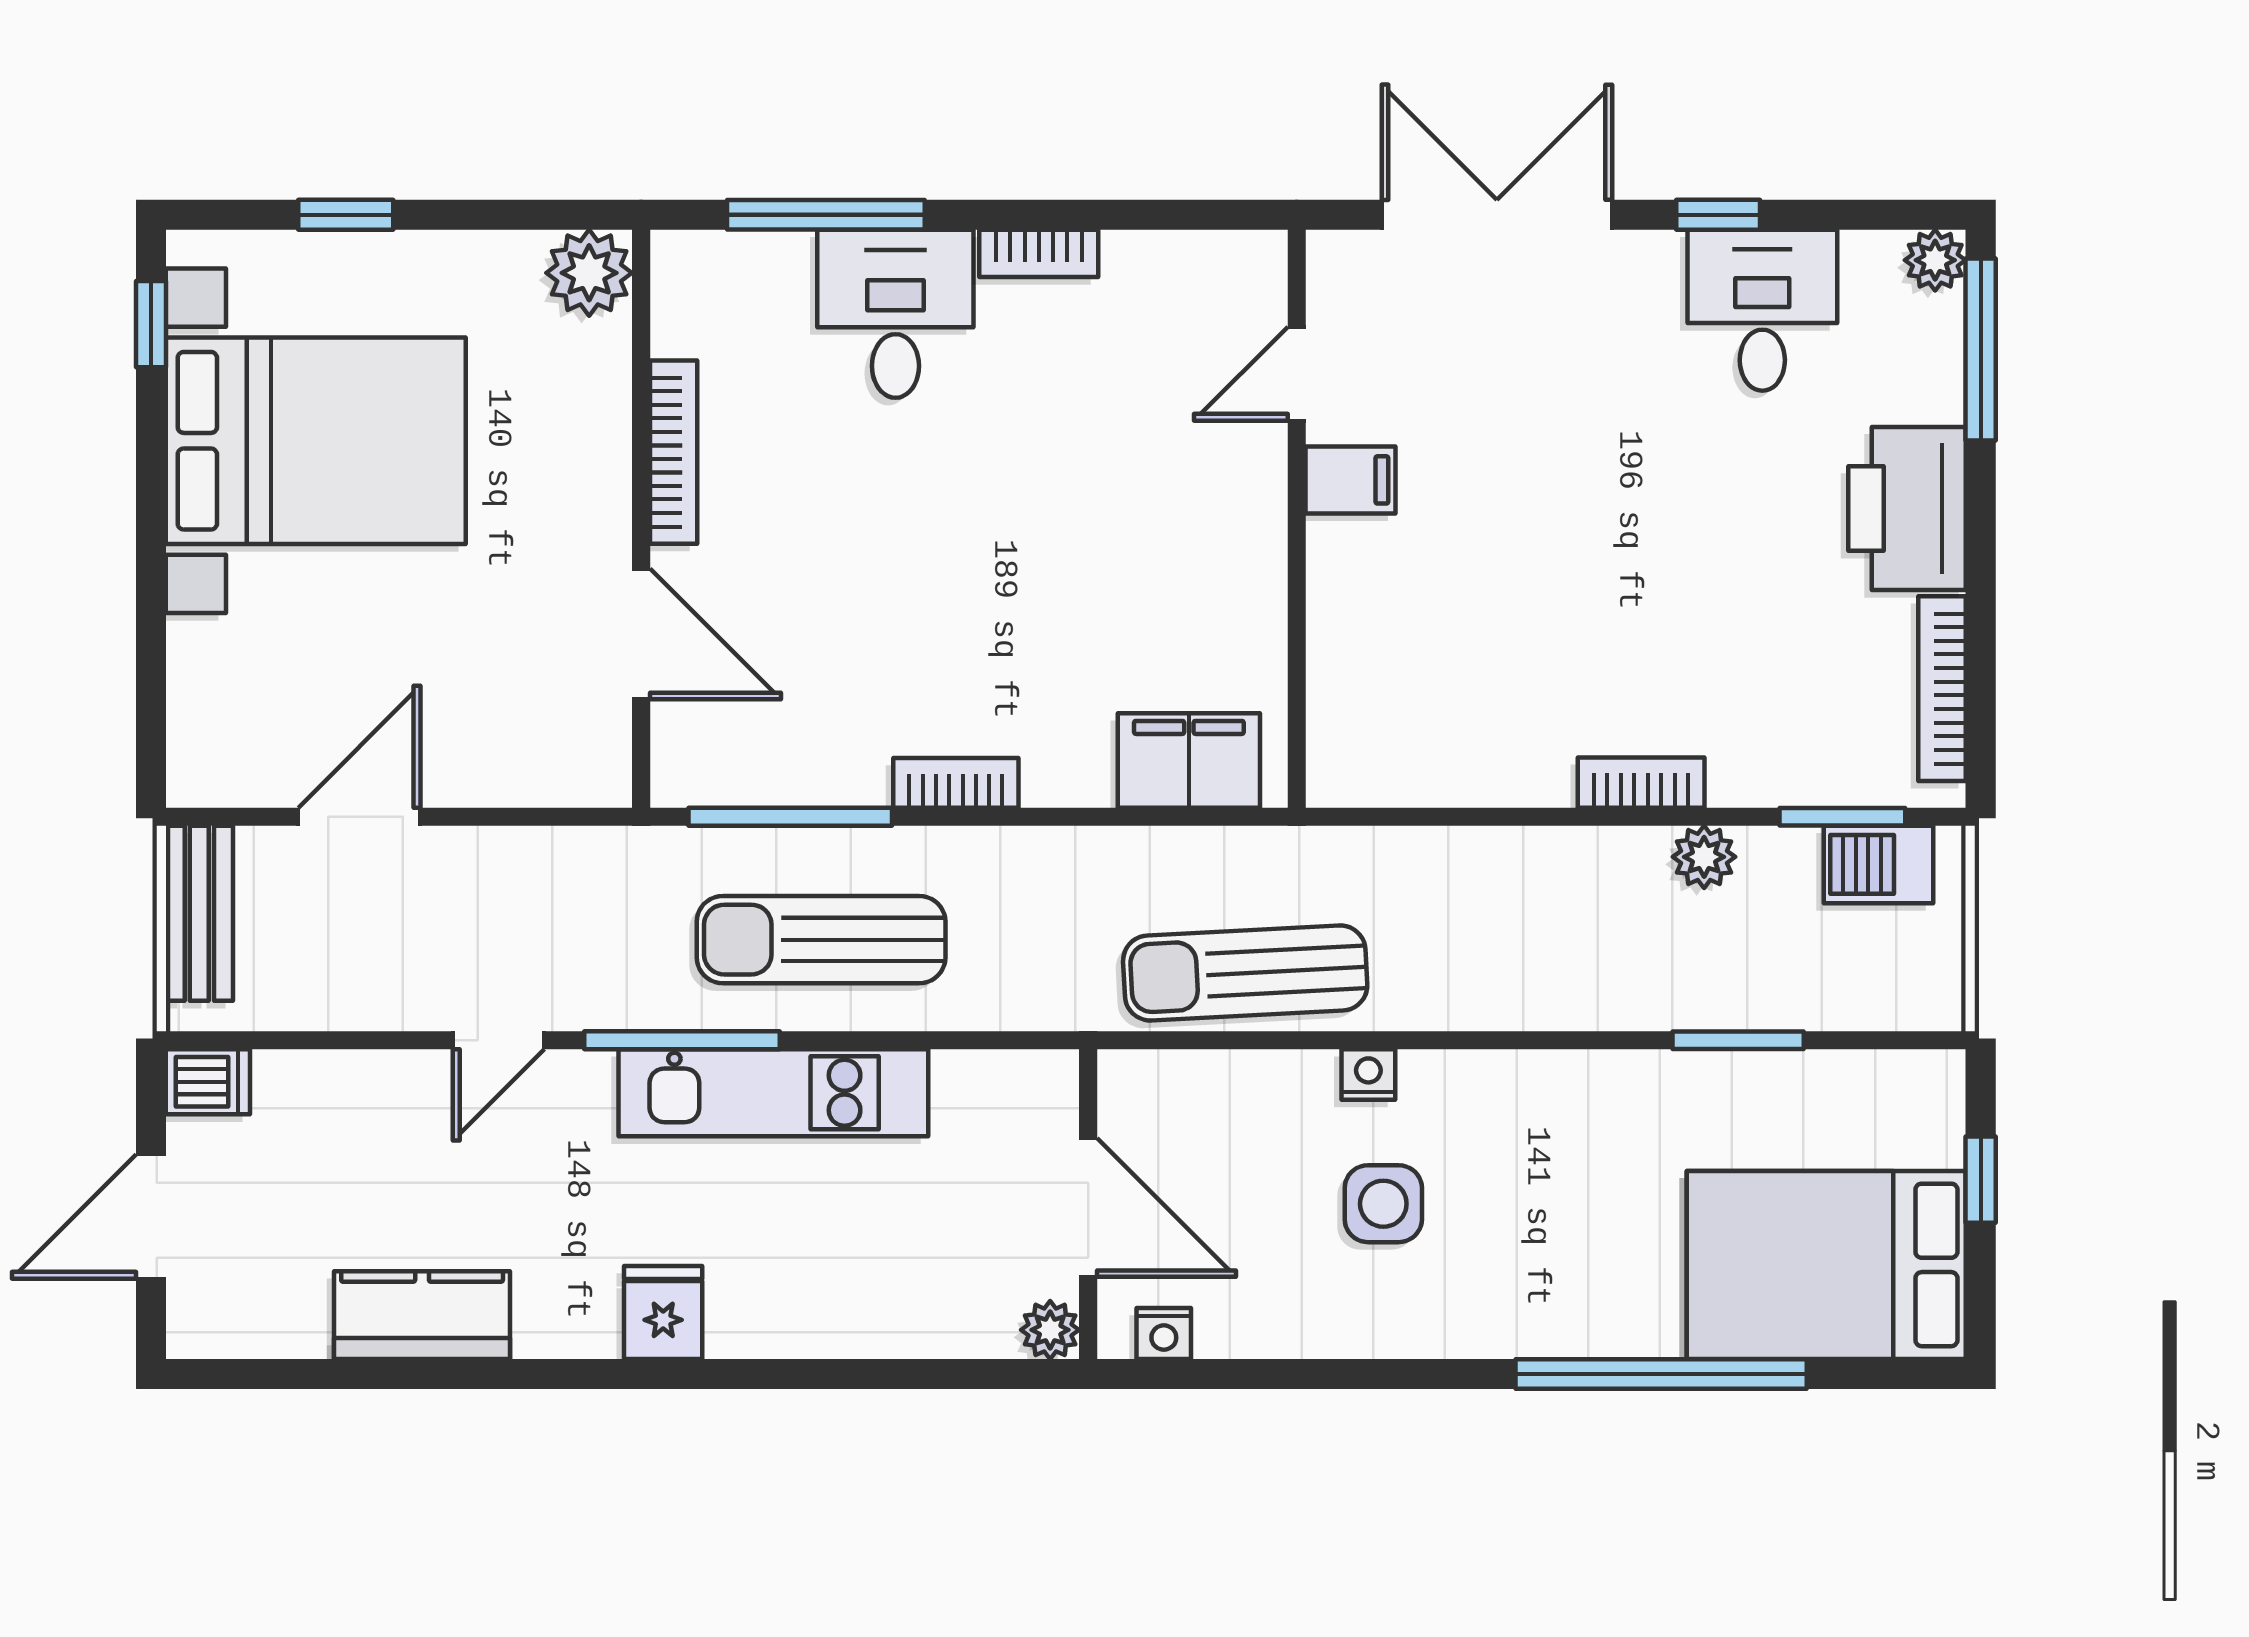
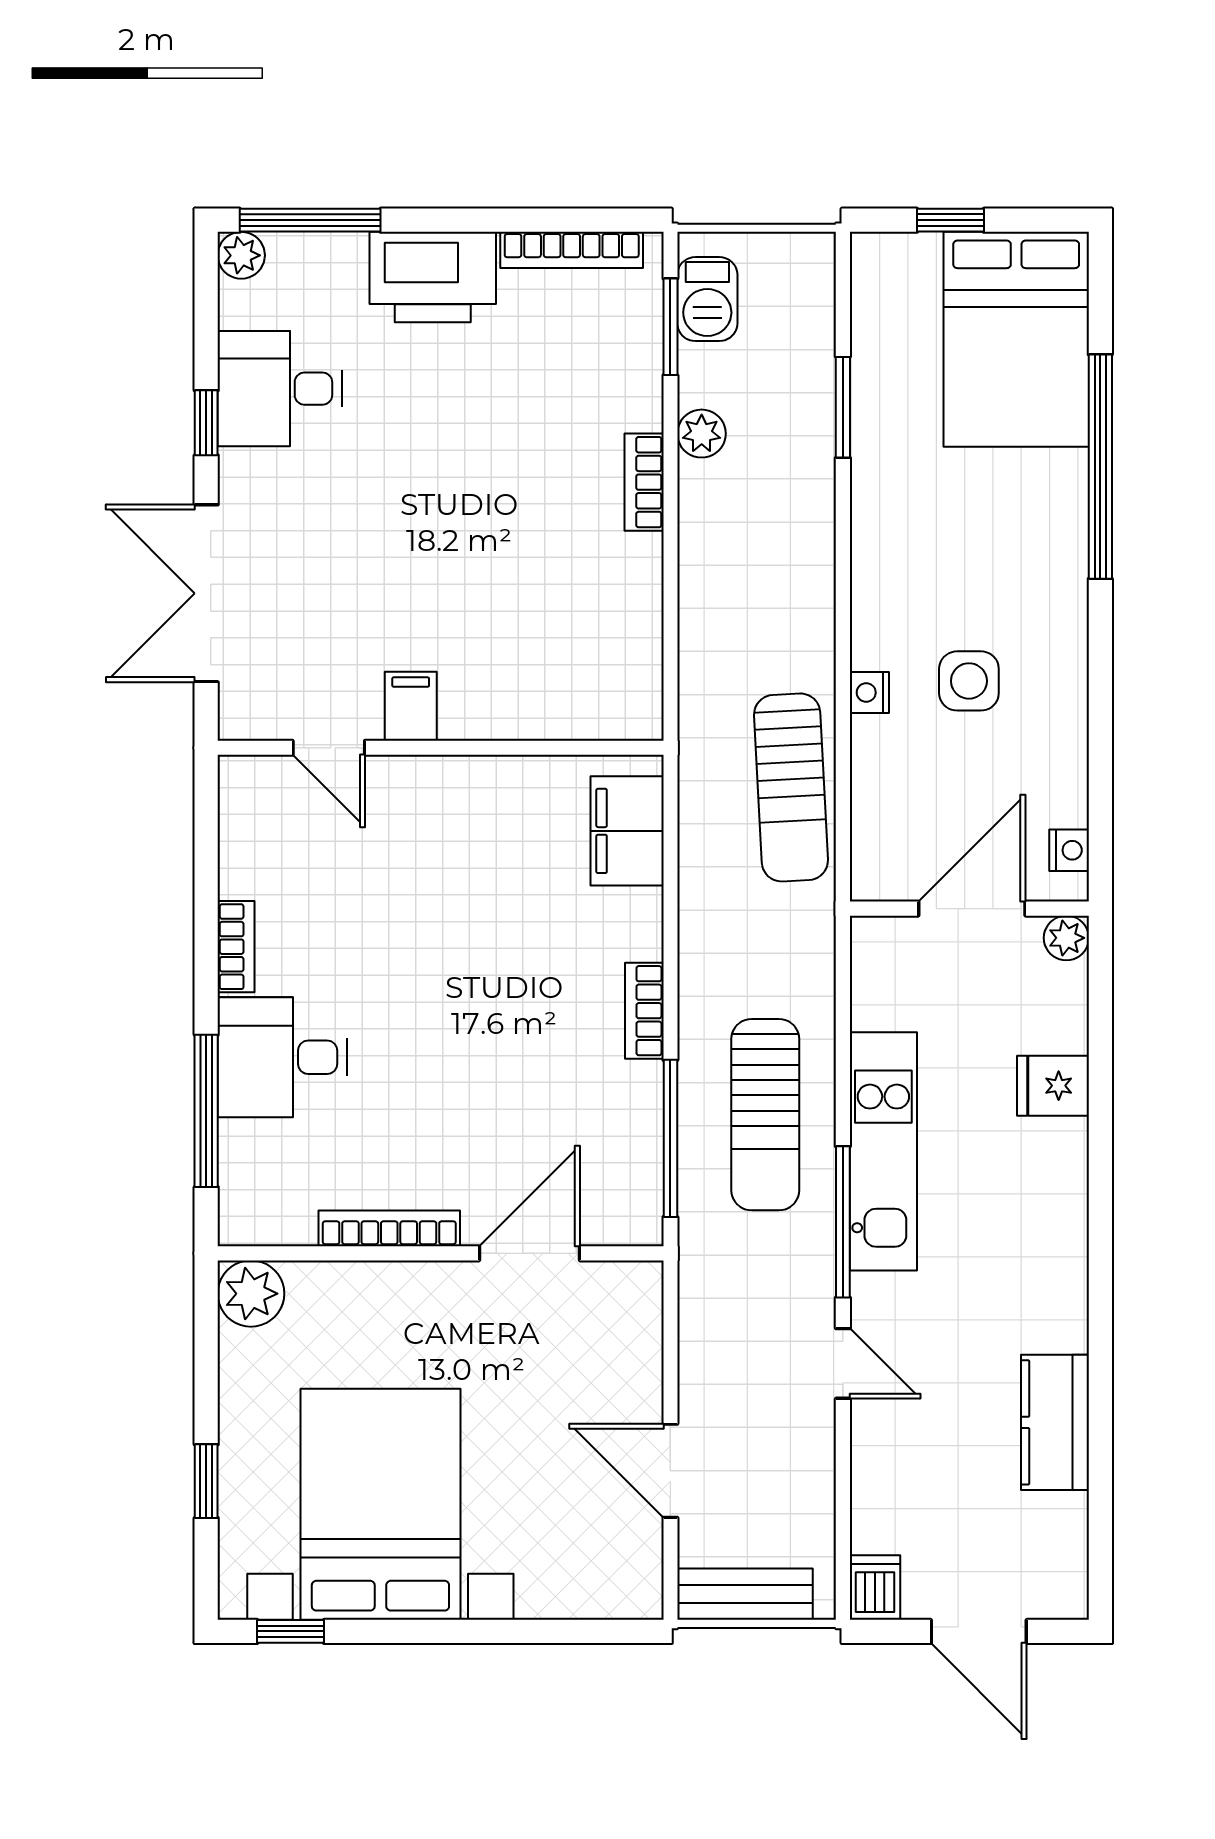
fridge: (663, 1313) -> (1053, 1086), moved

